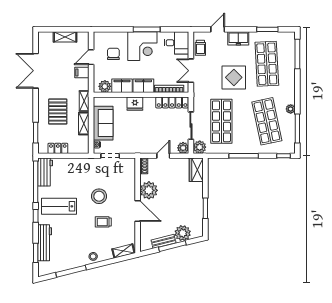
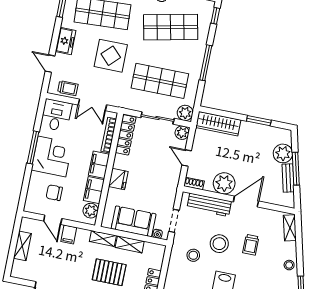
wardrobe: (196, 170) -> (218, 124), width x1.50
stool: (85, 177) -> (193, 255), added
workbench: (129, 182) -> (209, 205), added

